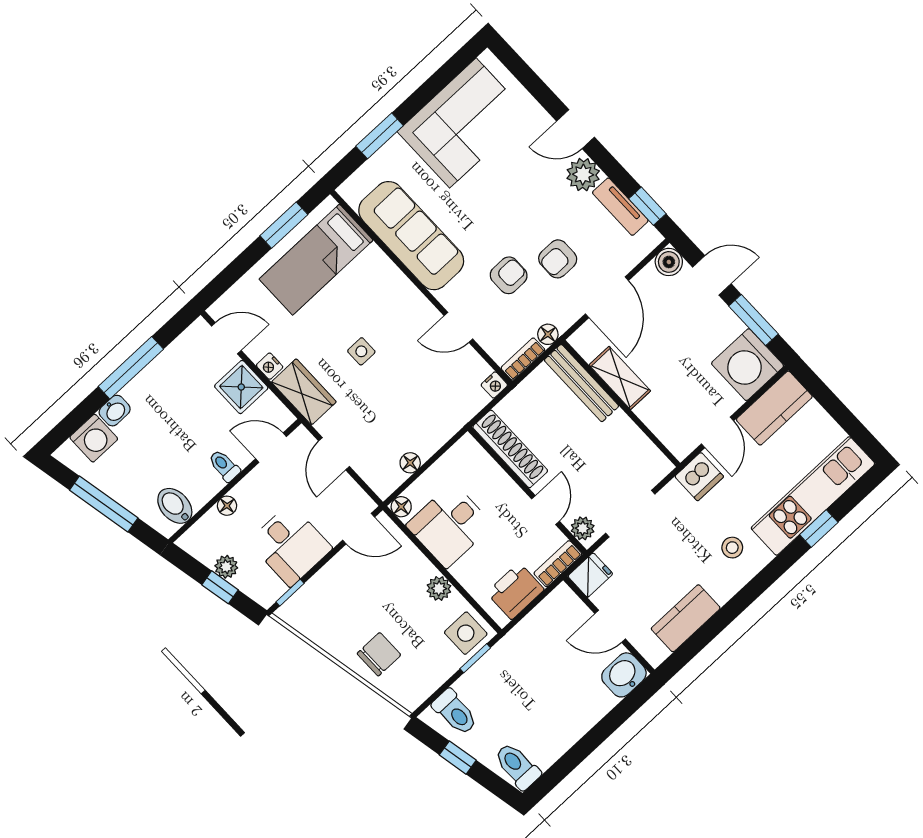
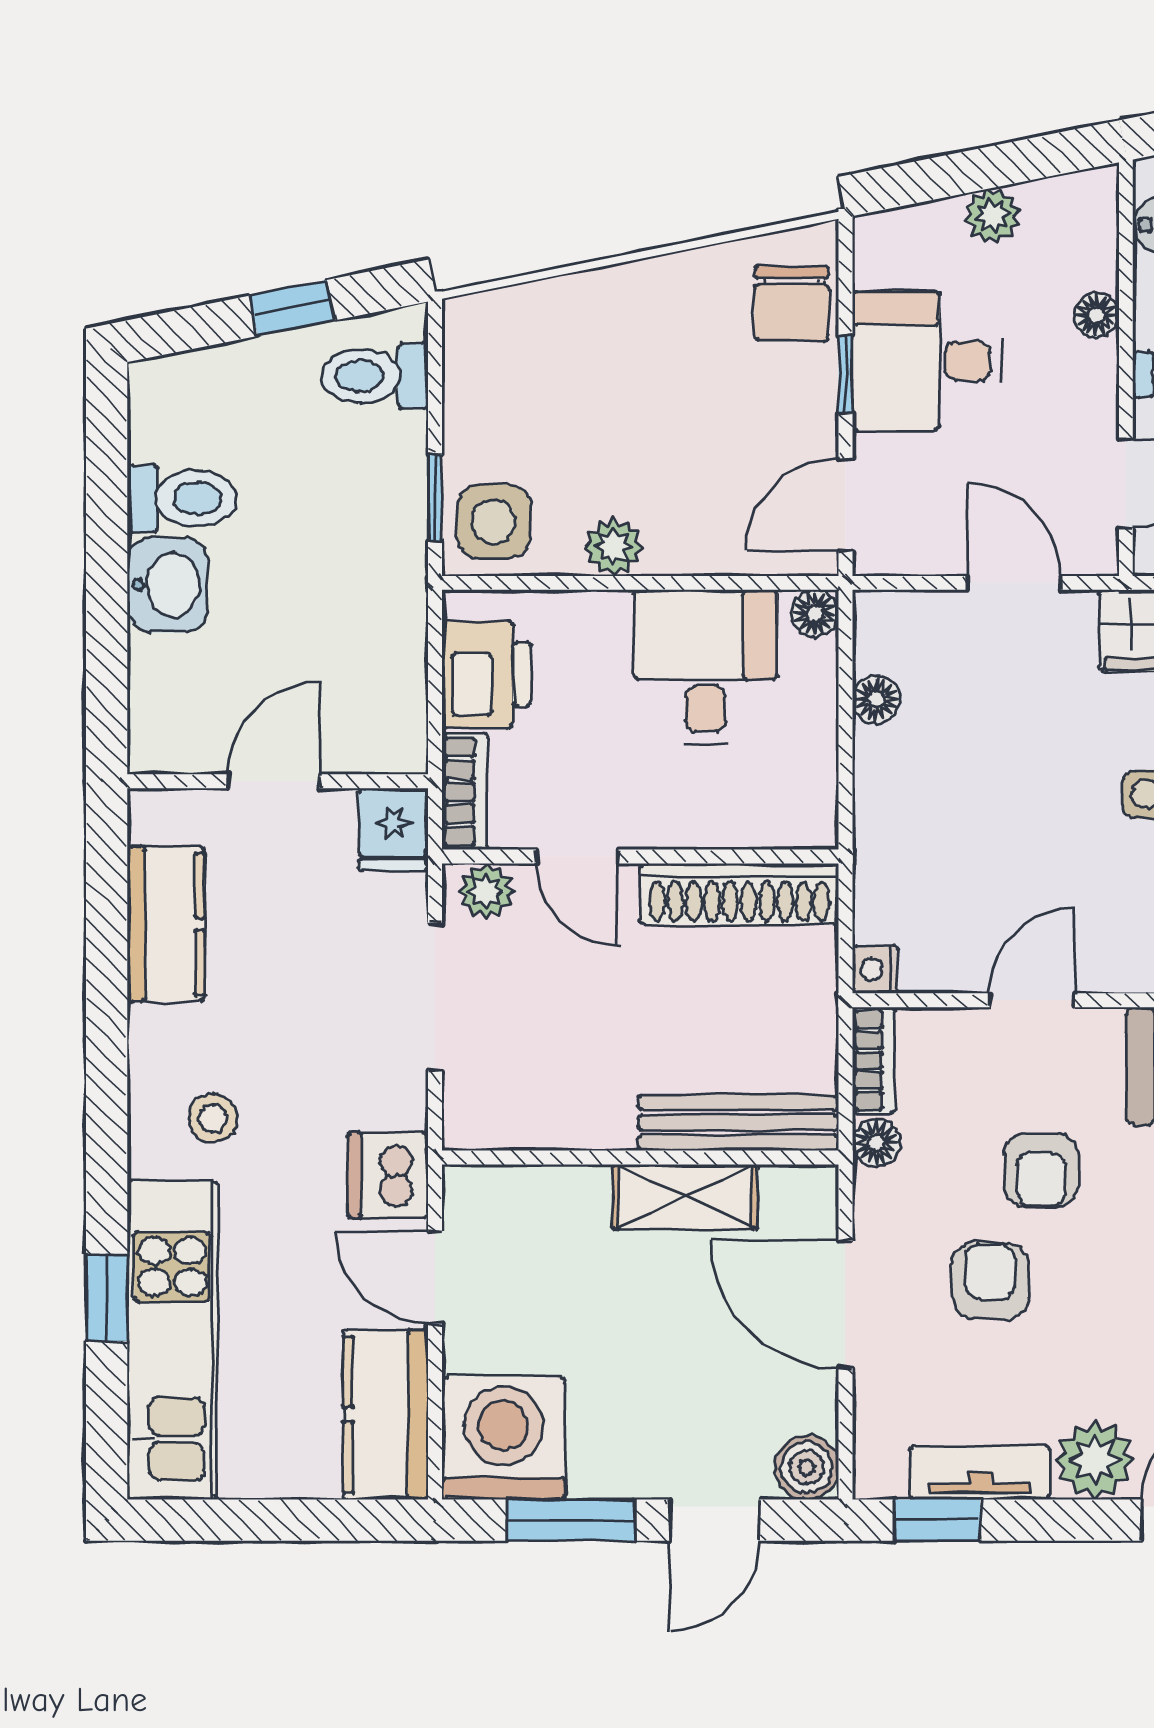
window: (220, 587) -> (967, 172), removed
window: (290, 593) -> (845, 374), moved
chair: (379, 654) -> (791, 304), moved
washbasin: (624, 675) -> (167, 585), moved
toilet: (517, 766) -> (182, 498), moved

